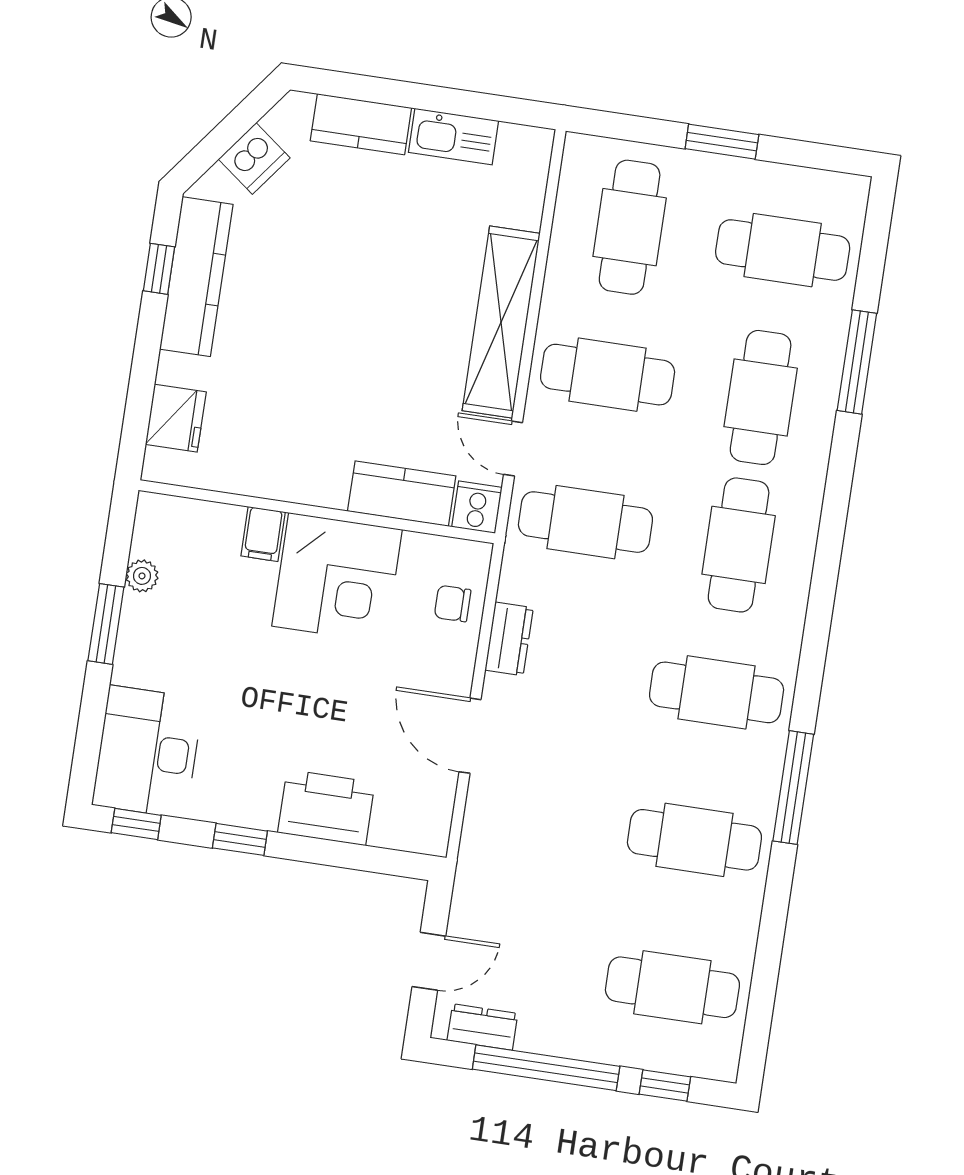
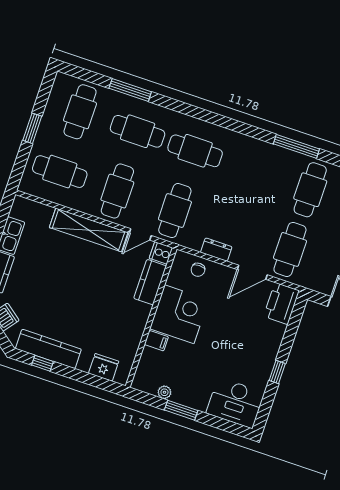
cafe table: (717, 692) -> (290, 249), moved
printer: (326, 808) -> (281, 303), moved
window: (136, 824) -> (264, 413), removed

